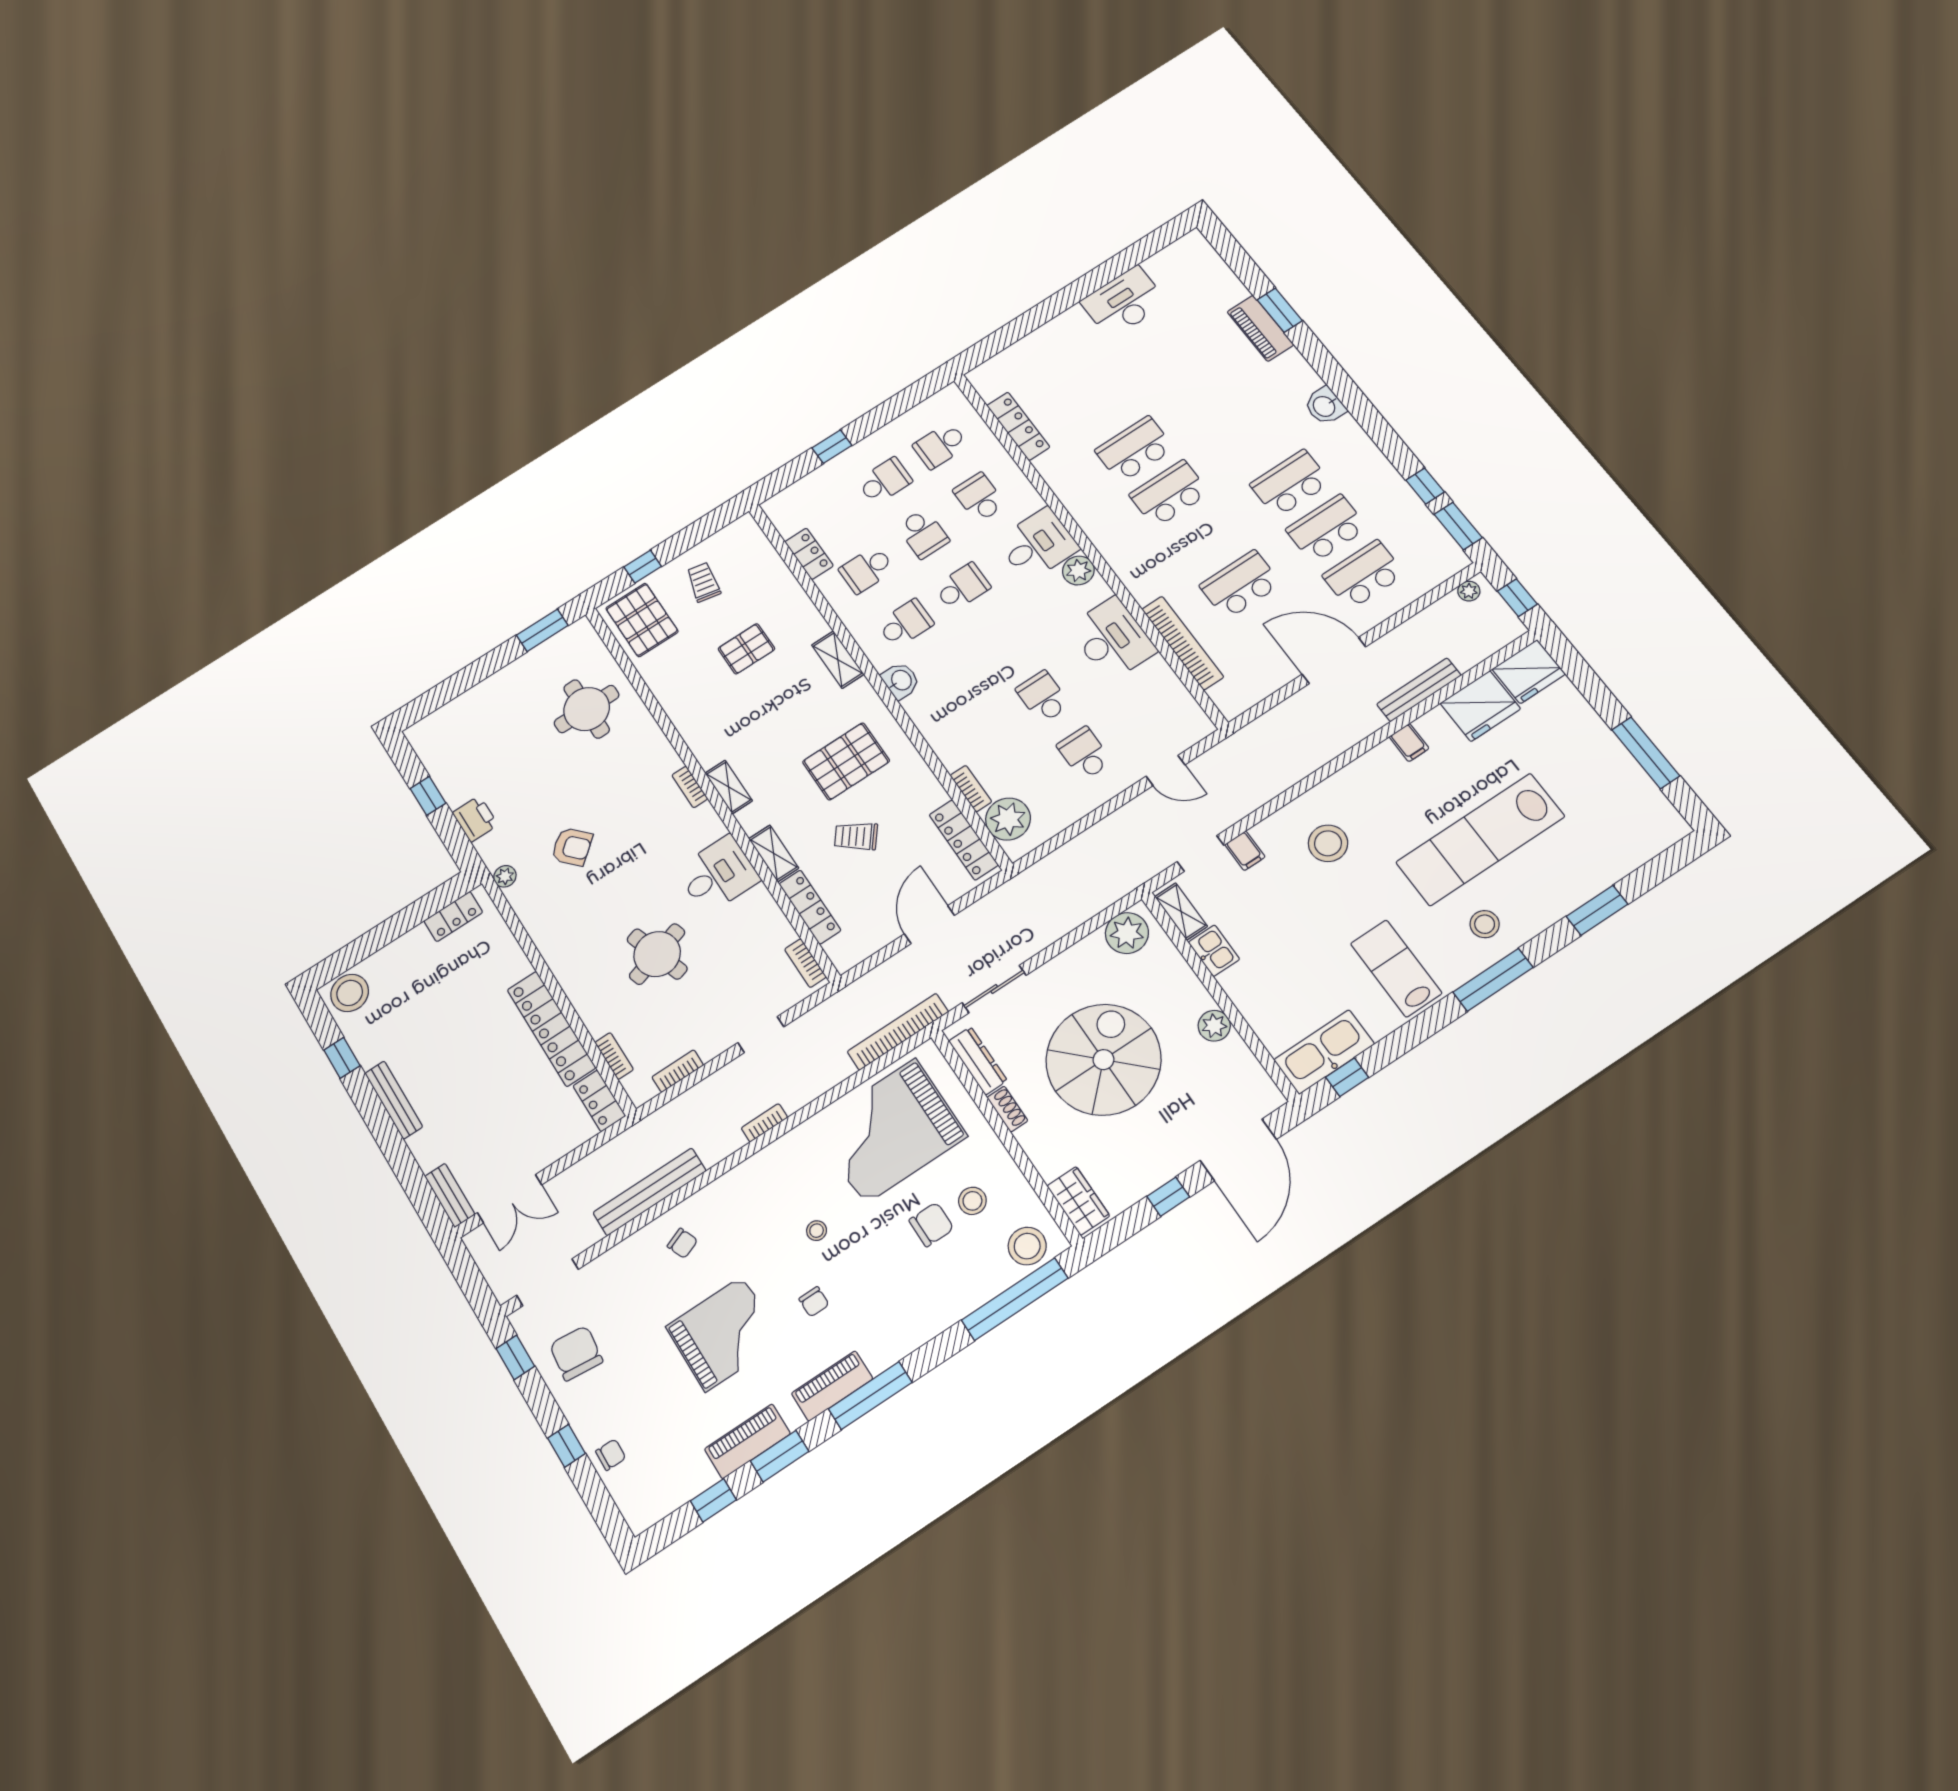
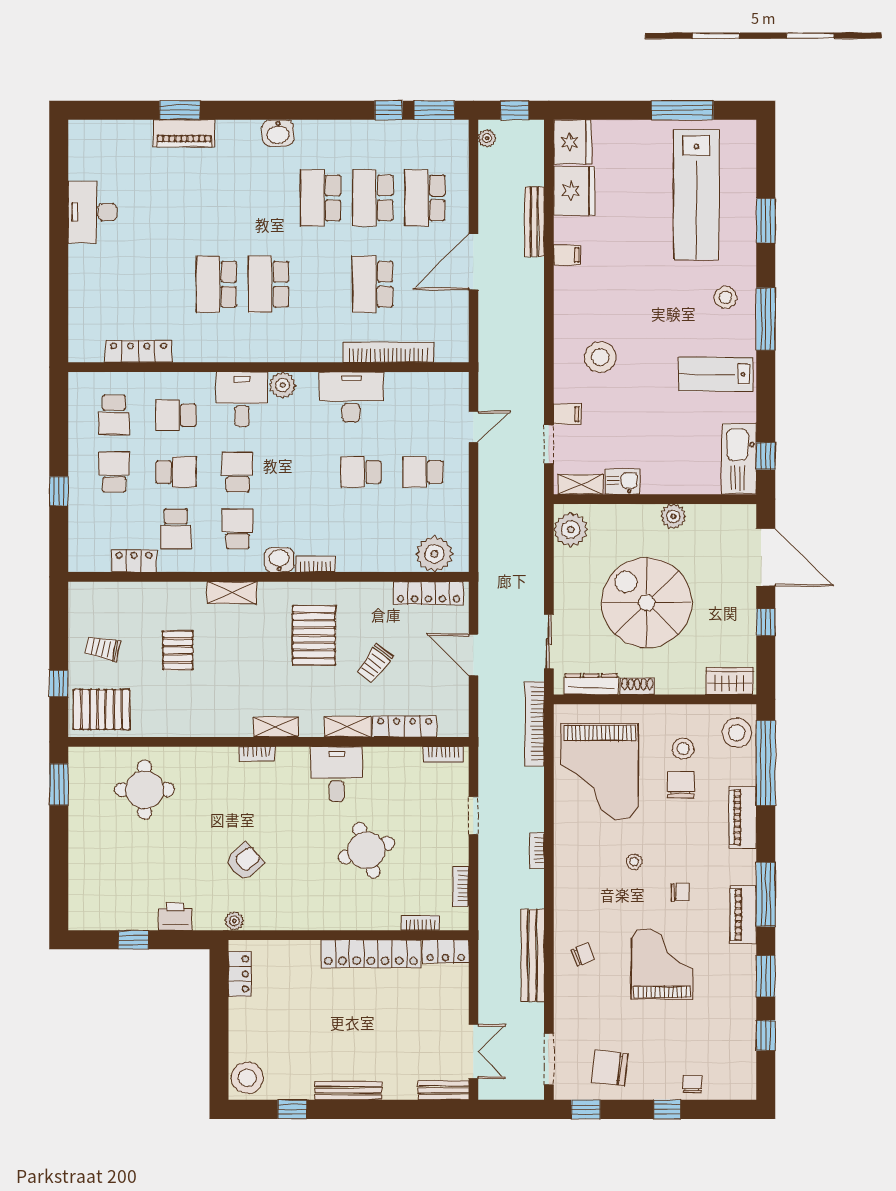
bookcase: (971, 789) -> (316, 564), moved
lab bench: (1480, 839) -> (696, 194), moved
piano: (747, 1441) -> (742, 817), moved

